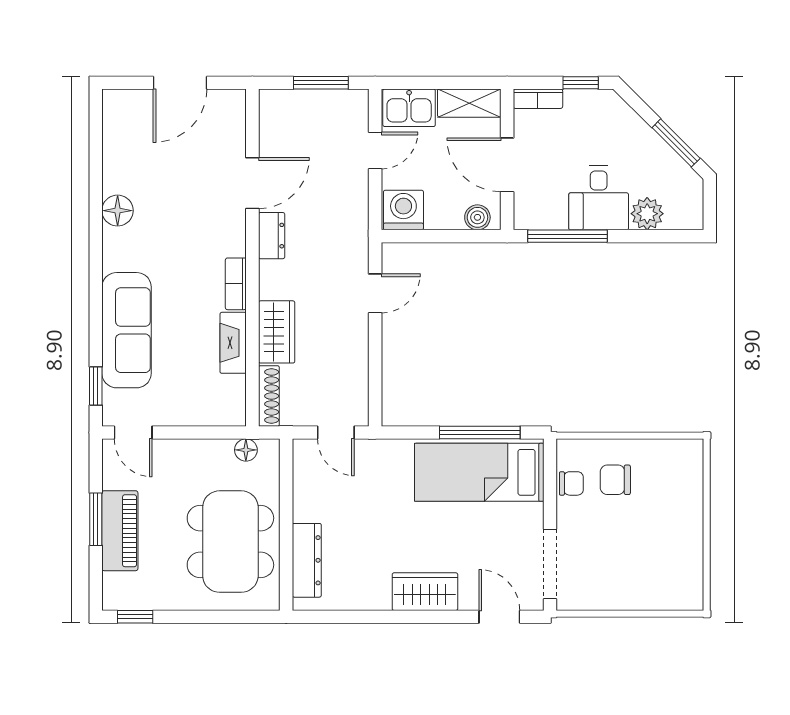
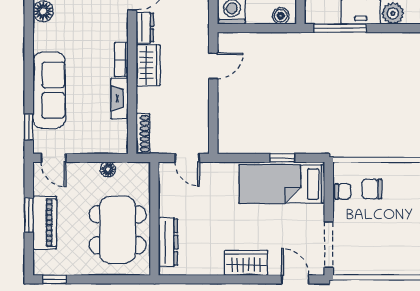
wardrobe: (277, 332) -> (148, 65), moved
window: (480, 433) -> (282, 158), width x0.46
floor lamp: (246, 450) -> (108, 169), moved

